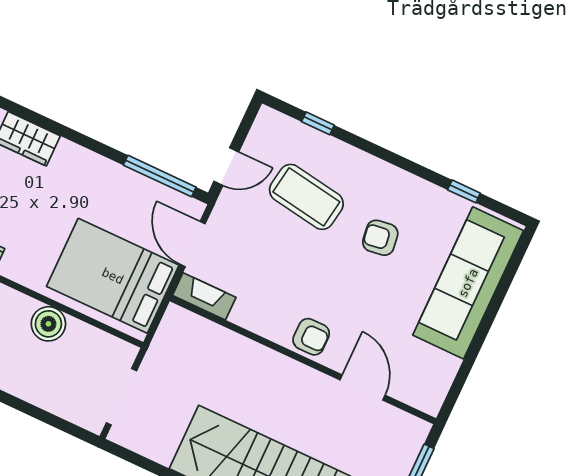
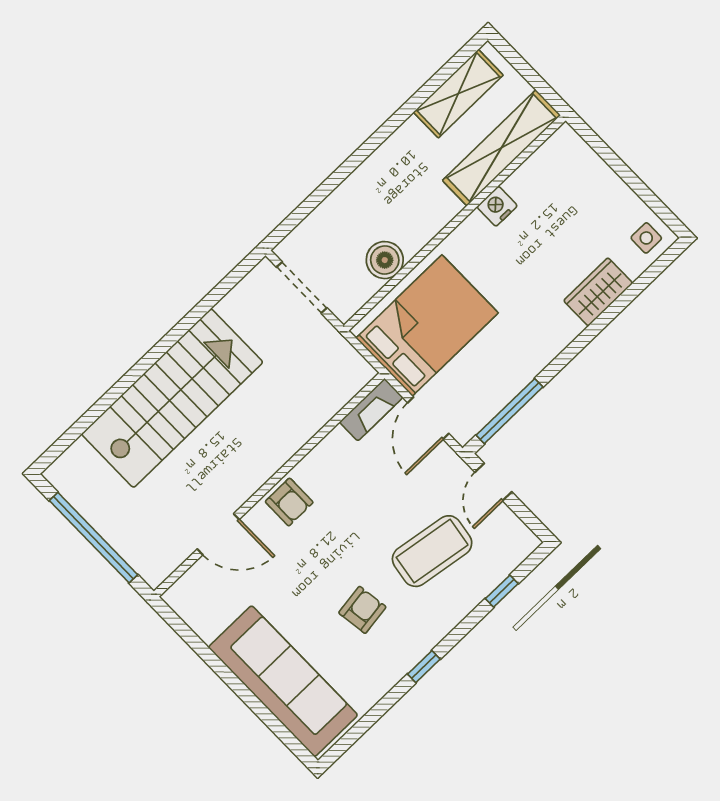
window: (464, 191) -> (424, 667), moved
door: (193, 244) -> (428, 418), swing flipped
boiler: (48, 324) -> (385, 260), moved
armchair: (311, 337) -> (289, 502), turned -90

